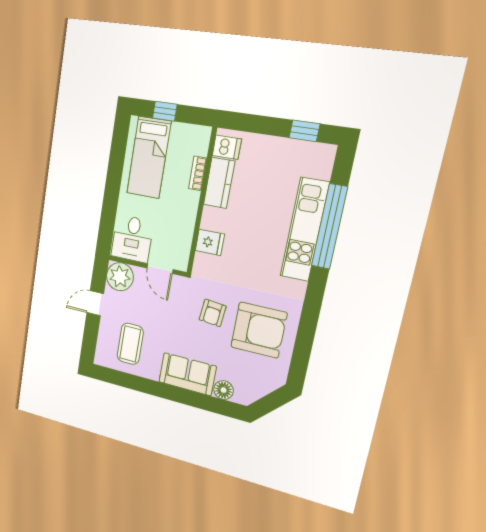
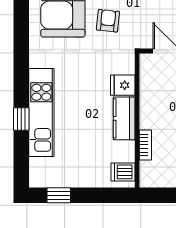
kitchen counter: (219, 183) -> (124, 118), moved
window: (329, 227) -> (21, 119), width x0.32

